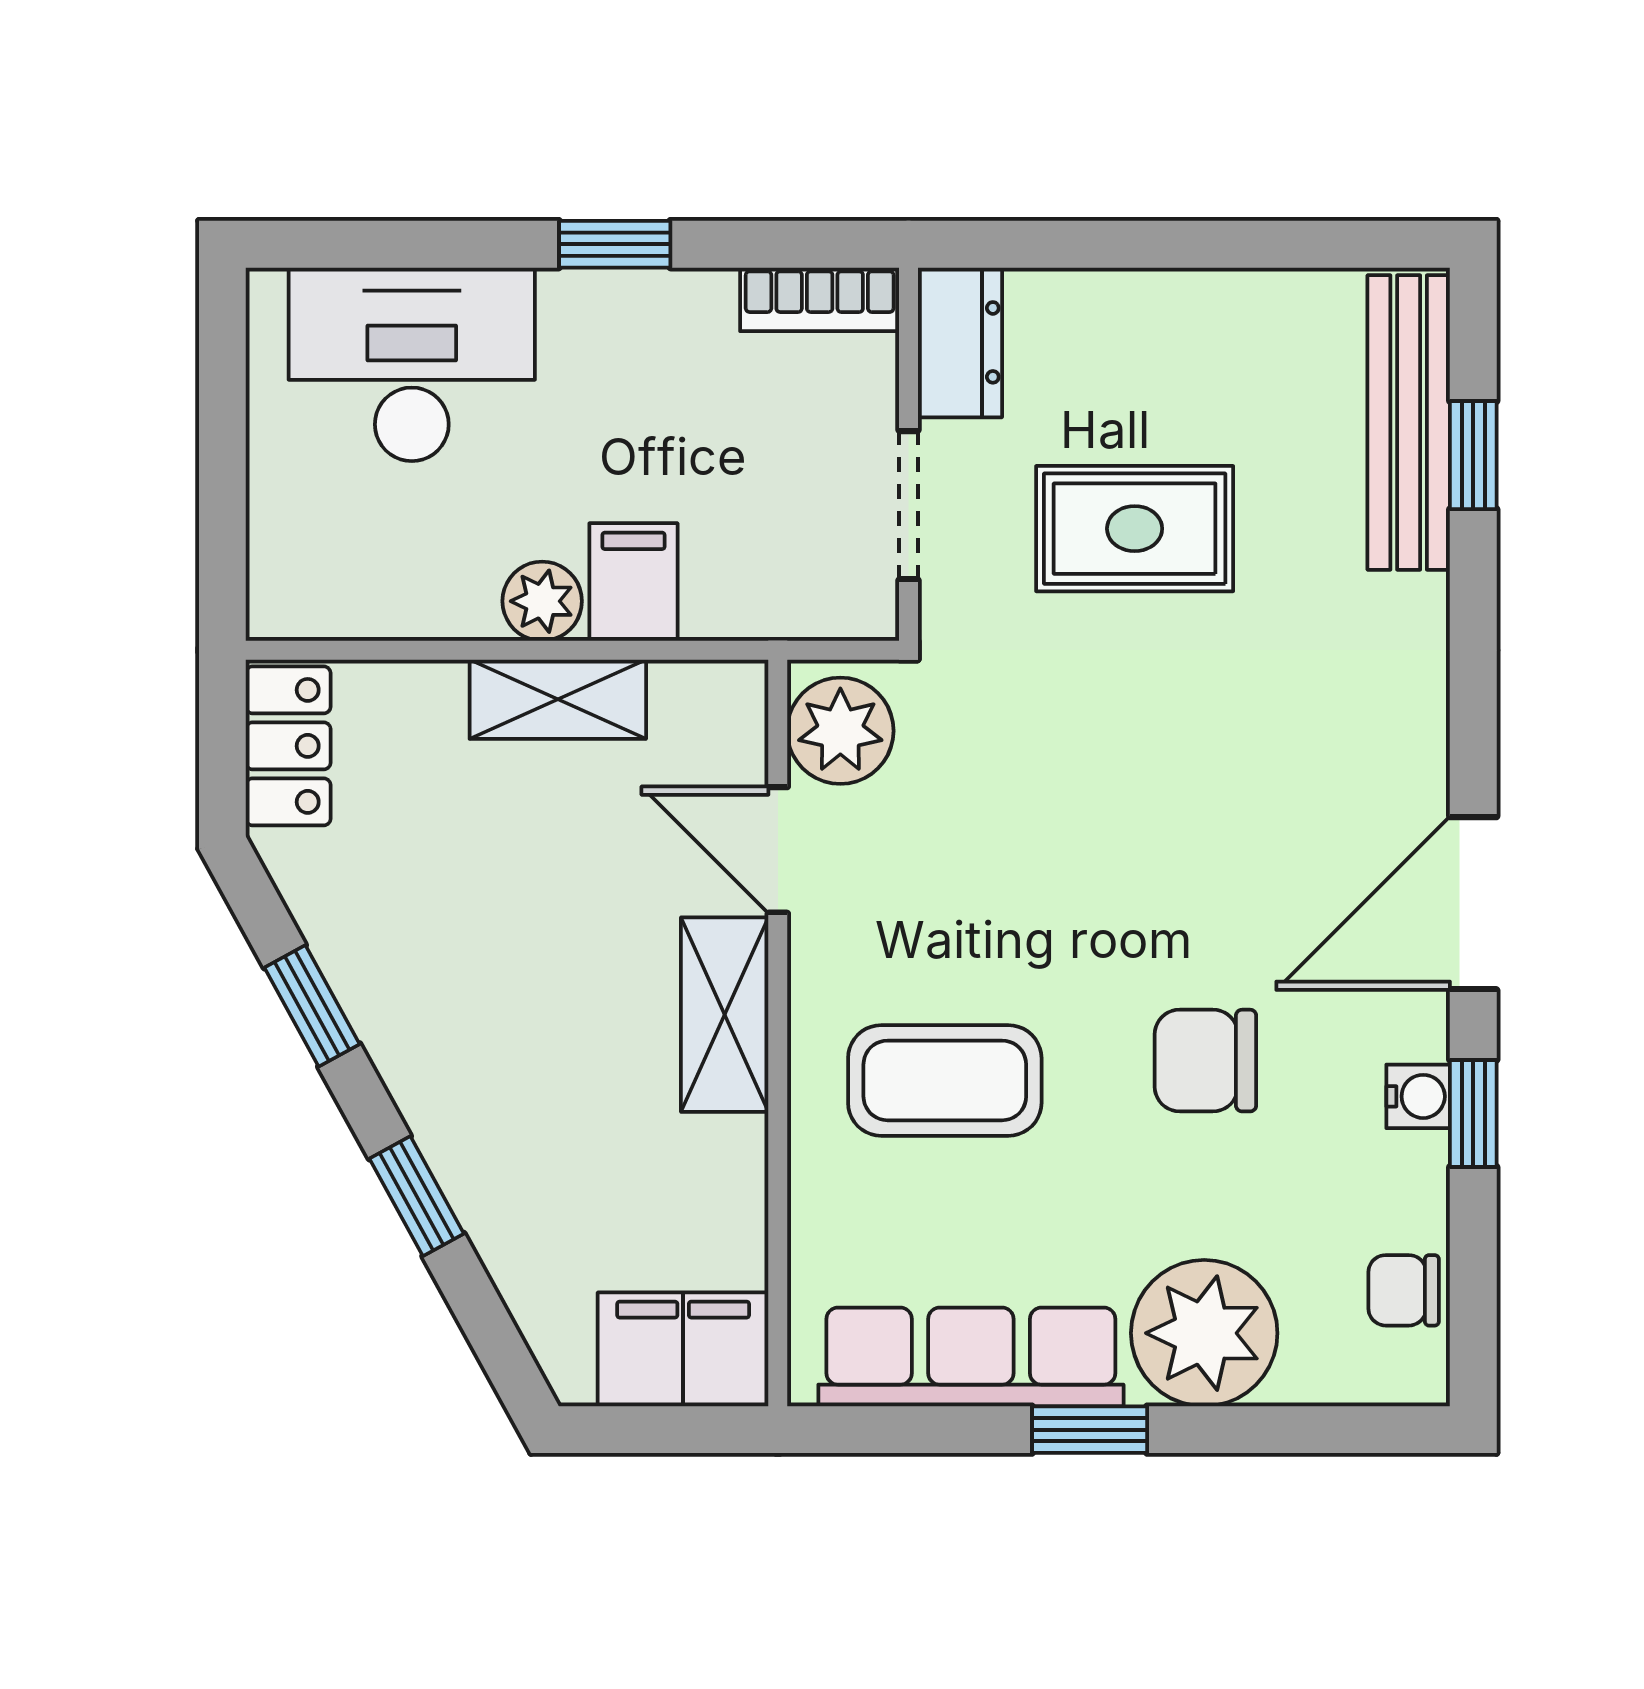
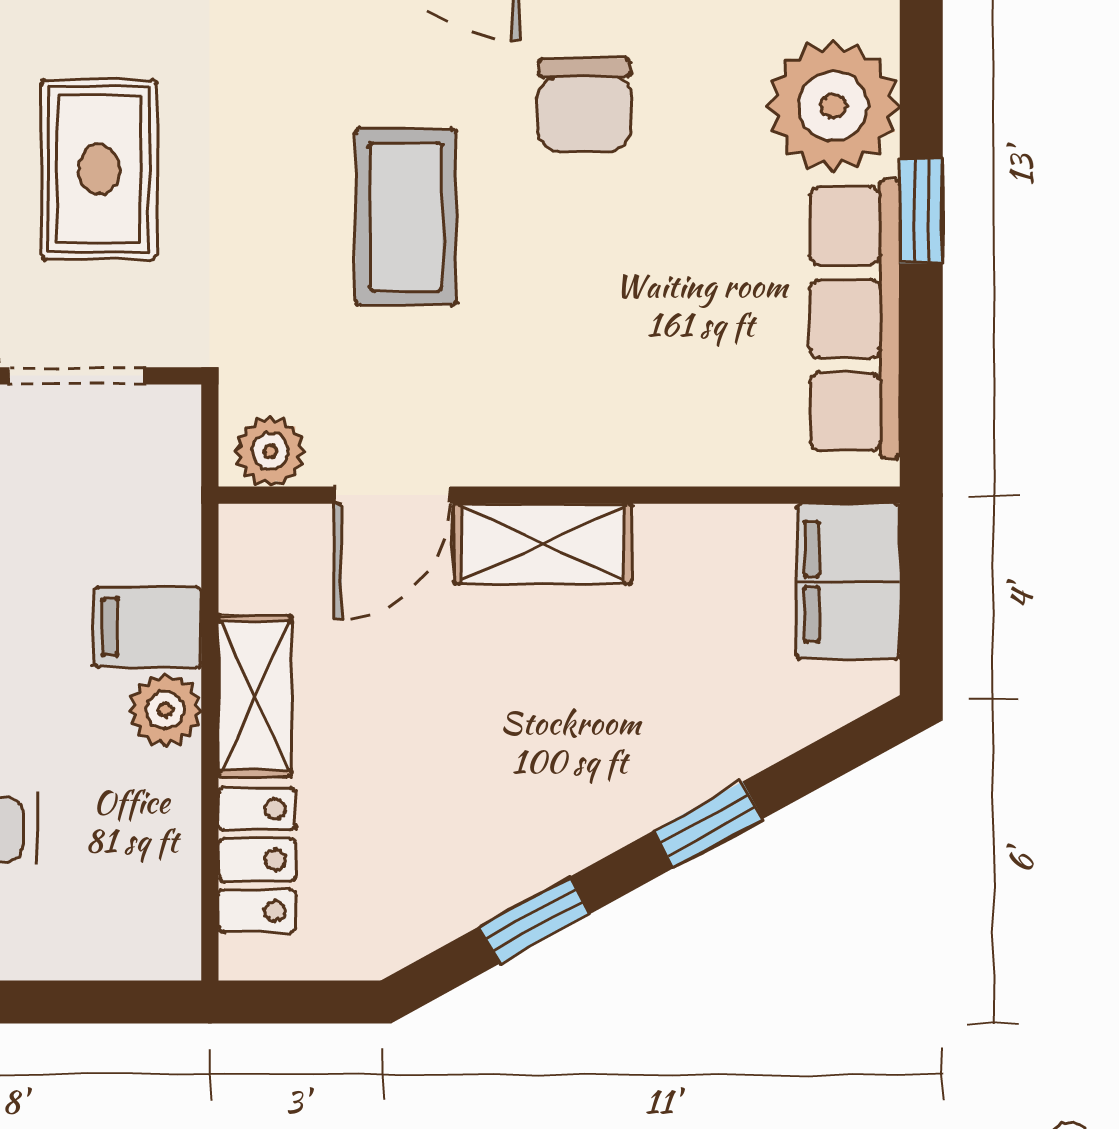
plant: (840, 731) -> (270, 451), width x0.73, depth x0.73
locker: (288, 746) -> (257, 860), moved, turned 90
coffee table: (945, 1080) -> (406, 217), moved

